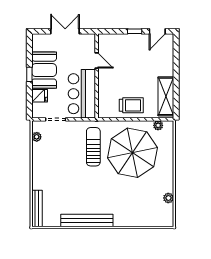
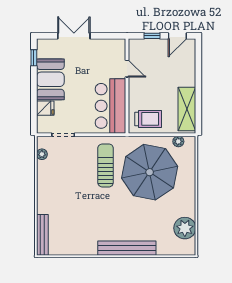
door: (97, 60) -> (127, 69), moved
window: (29, 74) -> (34, 58), moved
wall: (97, 76) -> (127, 86), moved
bar counter: (82, 94) -> (111, 106), moved
plant: (168, 198) -> (185, 228), width x1.87, depth x1.87
bench: (87, 220) -> (127, 248), moved

